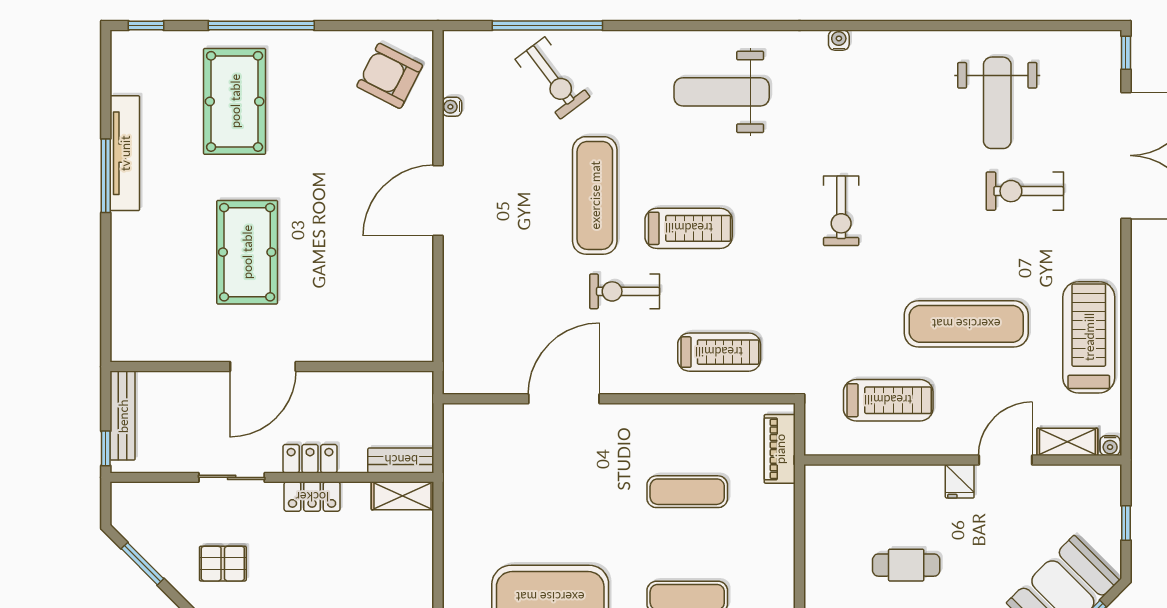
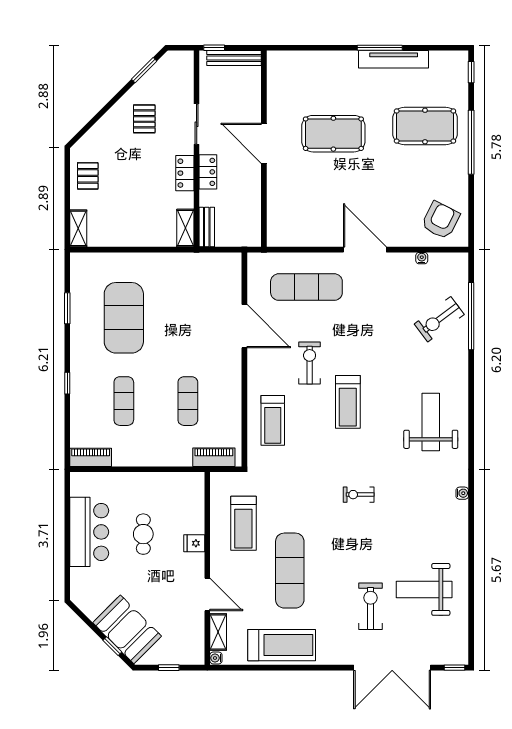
exercise mat: (595, 195) -> (306, 287), moved
exercise bike: (841, 211) -> (359, 495), width x0.73, depth x0.72
fridge: (960, 481) -> (194, 543), moved

